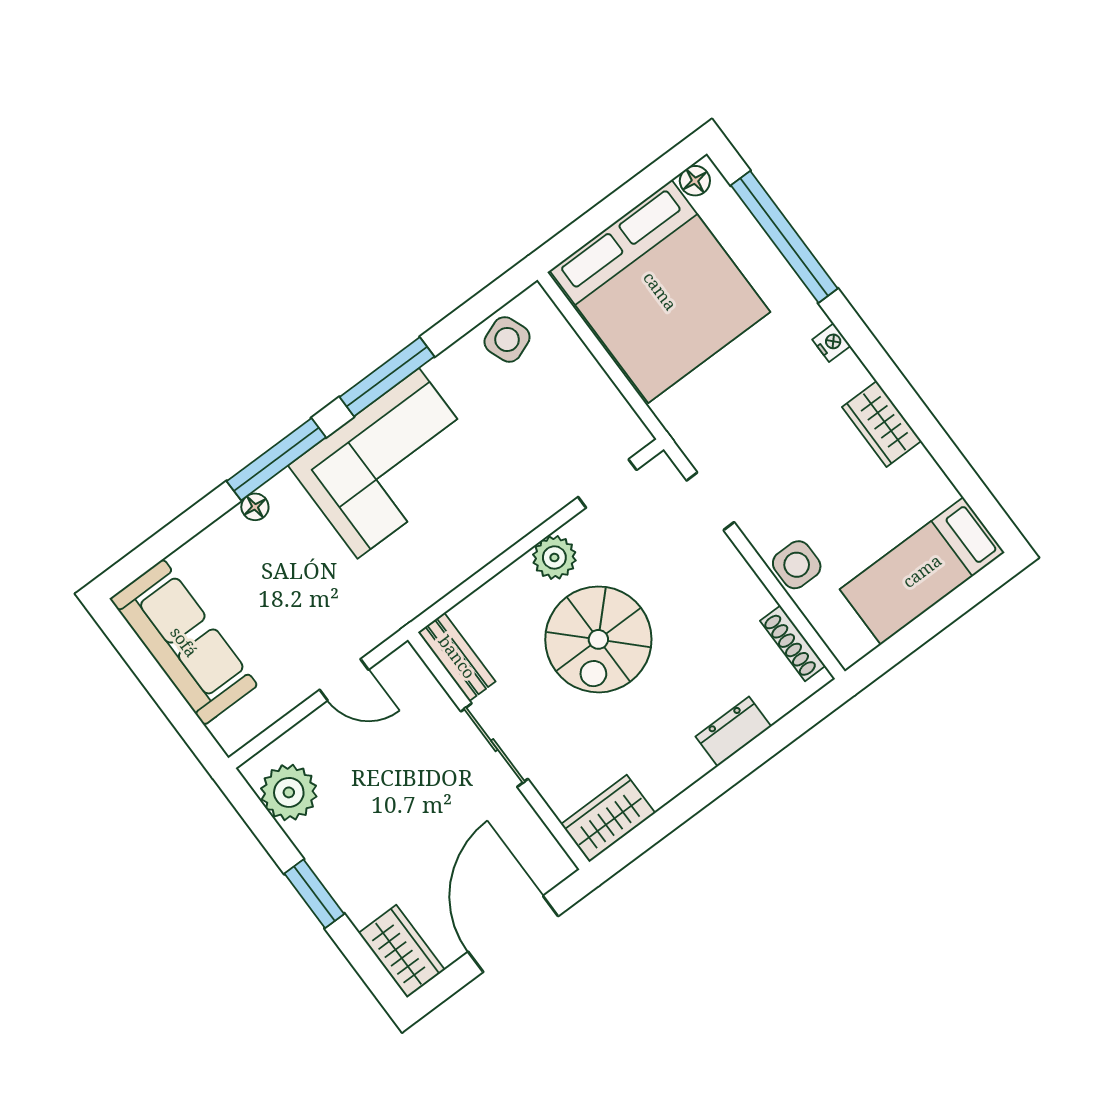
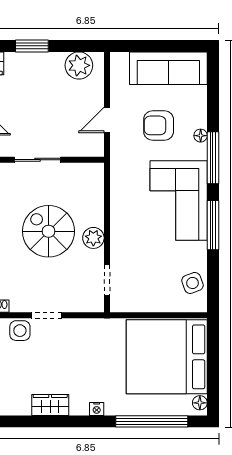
doorway: (710, 501) -> (47, 315), moved
armchair: (290, 588) -> (159, 125), added
bench: (457, 657) -> (83, 171), removed

